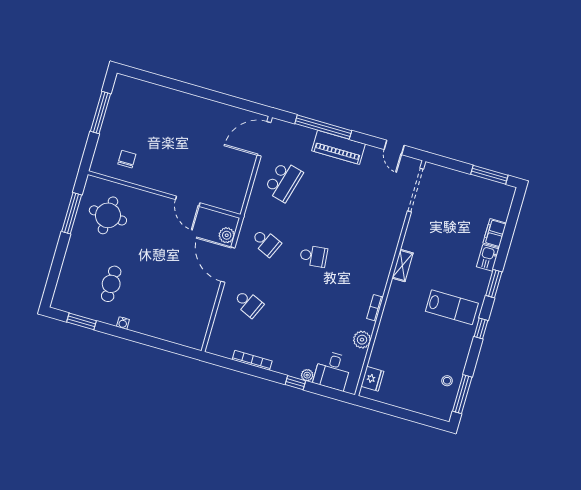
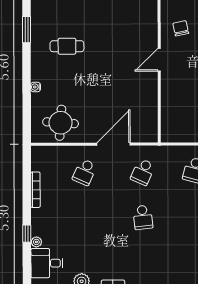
chair: (127, 159) -> (181, 28), turned -102
door: (188, 201) -> (159, 60), moved
round table: (108, 215) -> (61, 123), moved
plant: (227, 235) -> (139, 136), removed
water cooler: (123, 323) -> (36, 87), moved

